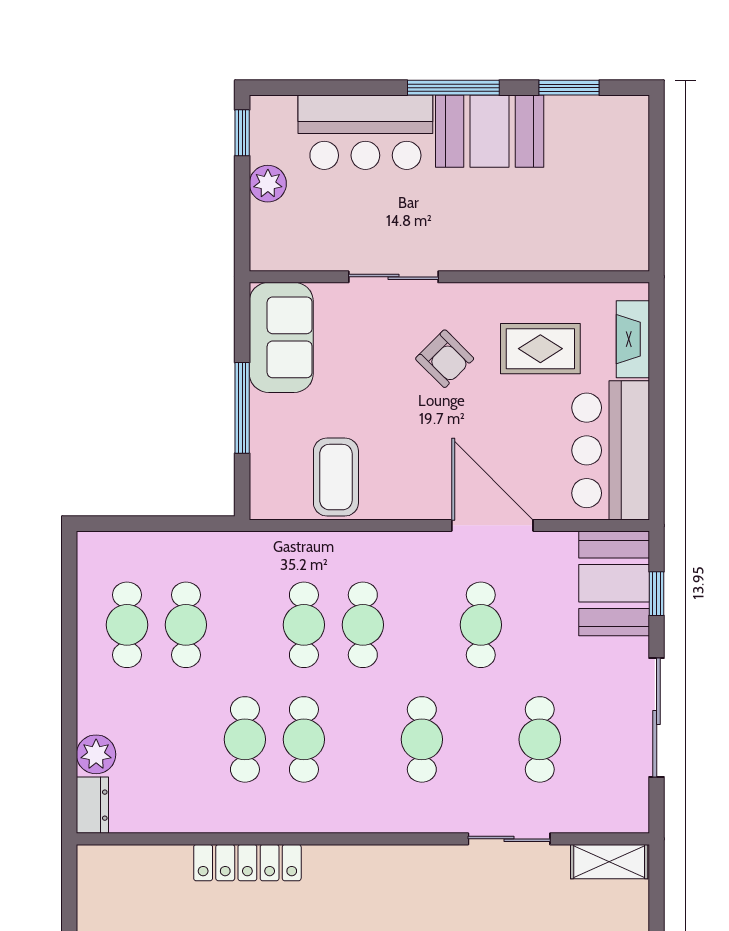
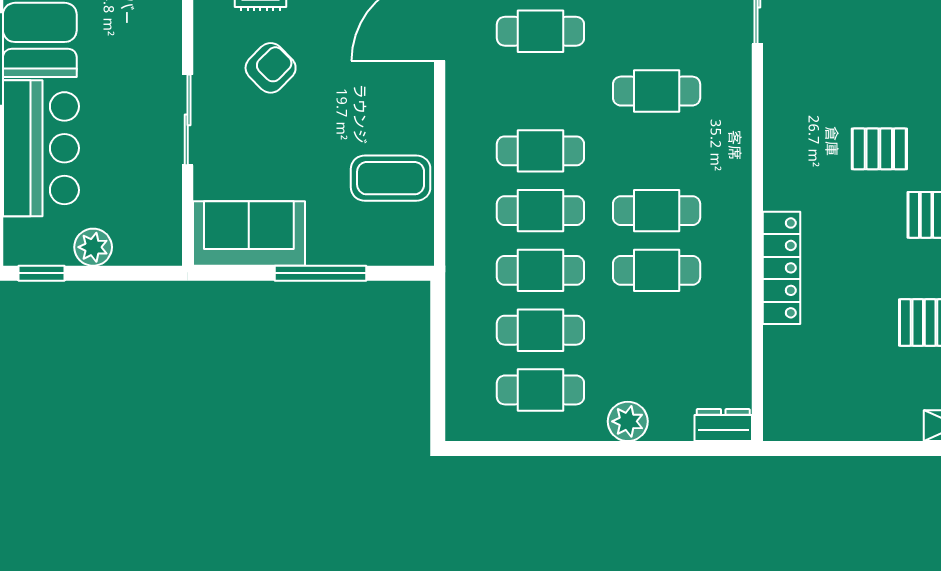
cafe table: (245, 625) -> (540, 270), added
plant: (96, 754) -> (628, 421), moved

